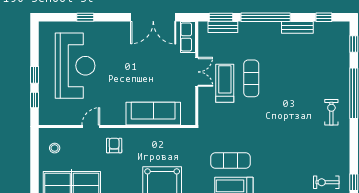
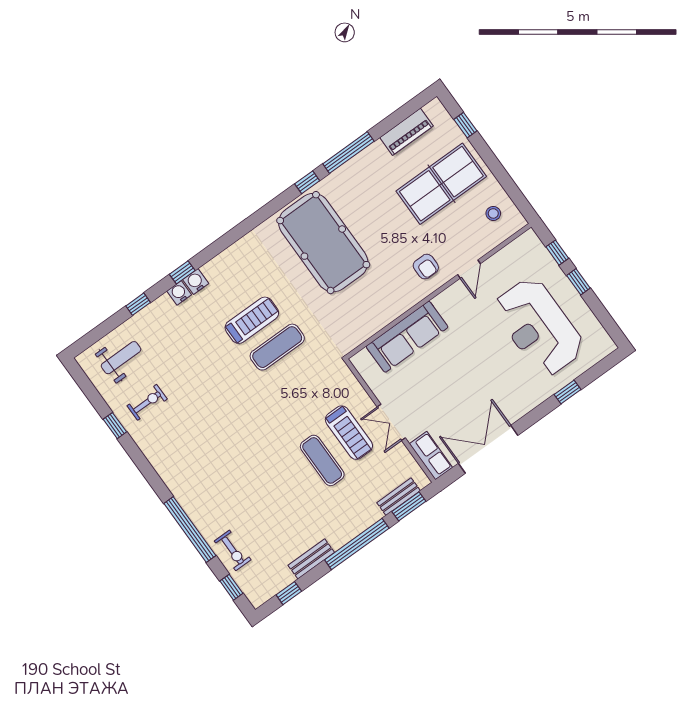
exercise bike: (331, 112) -> (233, 550), moved

